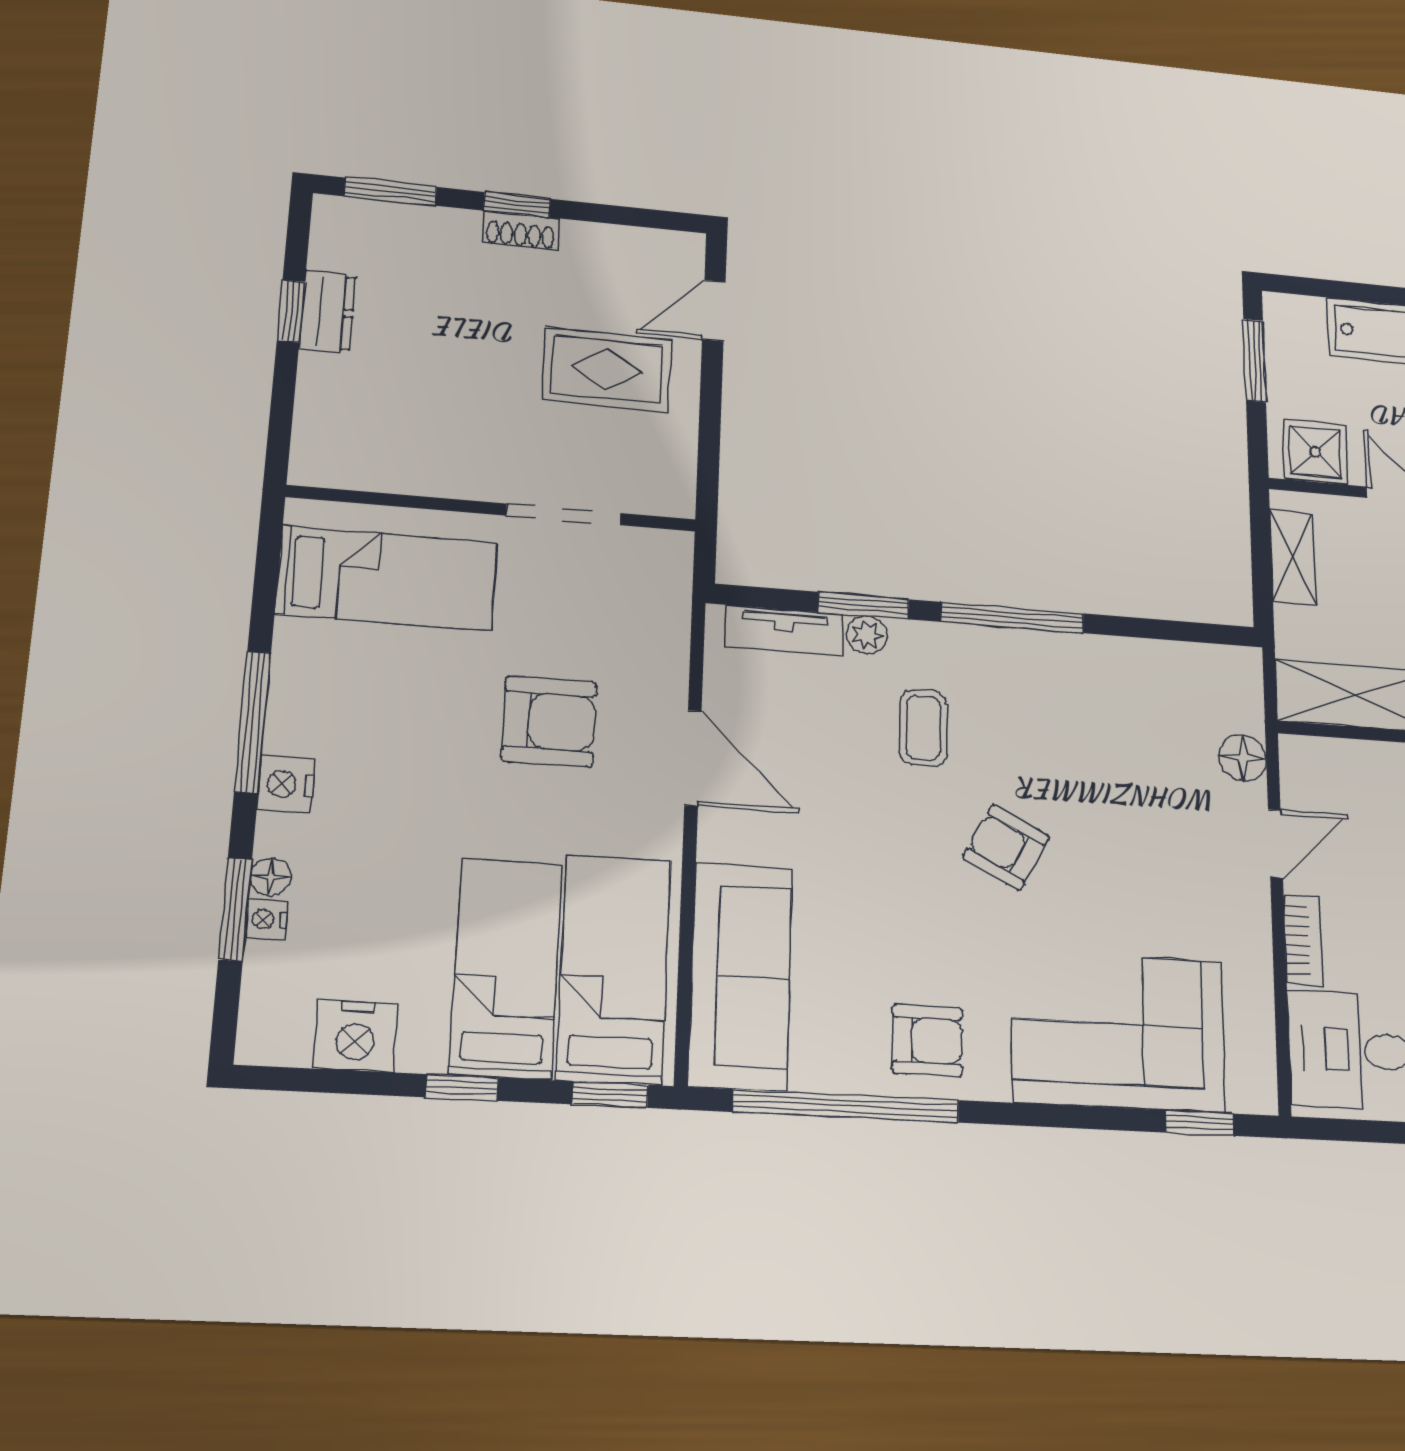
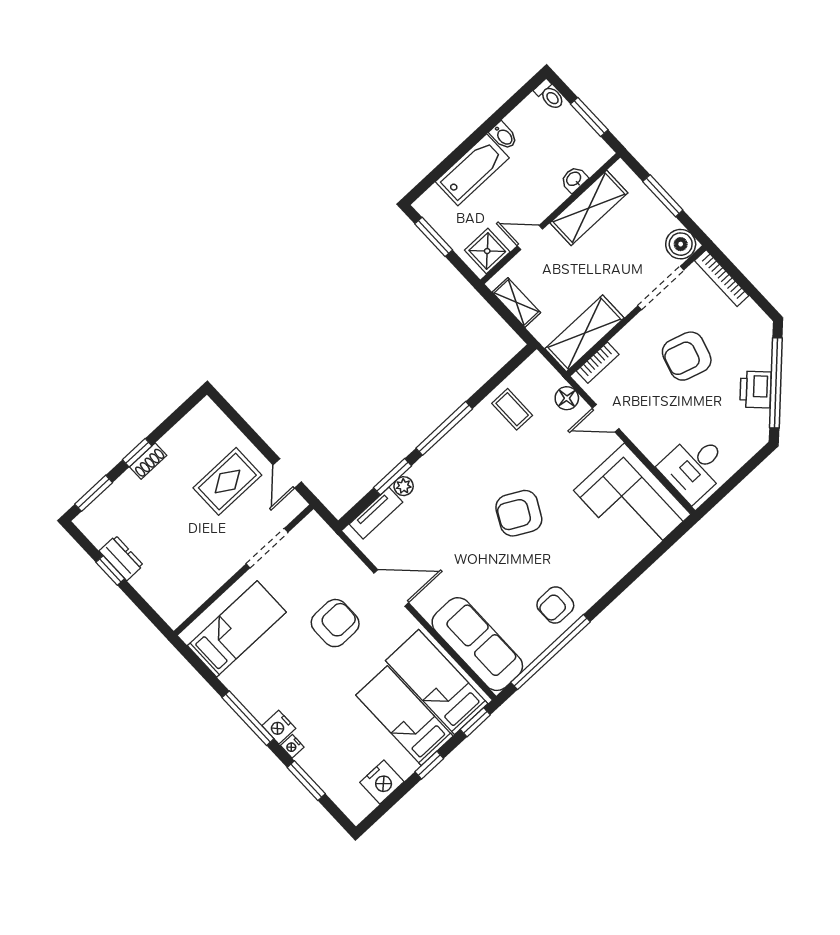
door: (714, 311) -> (287, 473), moved
coffee table: (923, 728) -> (512, 409), moved
door: (1275, 844) -> (606, 418), swing flipped
armchair: (1006, 847) -> (519, 513), width x1.38, depth x1.38
floor lamp: (271, 877) -> (306, 760), removed
nightstand: (266, 919) -> (292, 746), moved
bookcase: (1303, 941) -> (598, 363), moved, turned 90
corner sofa: (1118, 1032) -> (632, 502), moved, turned -90
armchair: (927, 1040) -> (555, 605), turned 180
window: (1199, 1123) -> (667, 543), removed

